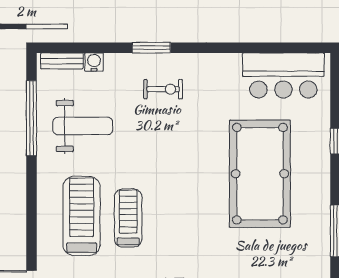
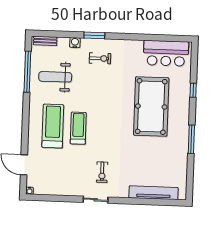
water cooler: (94, 62) -> (75, 43), moved
weight bench: (83, 126) -> (55, 77), turned 180

